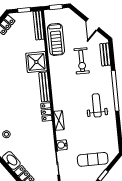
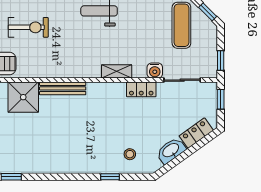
locker: (46, 112) -> (141, 89), moved

